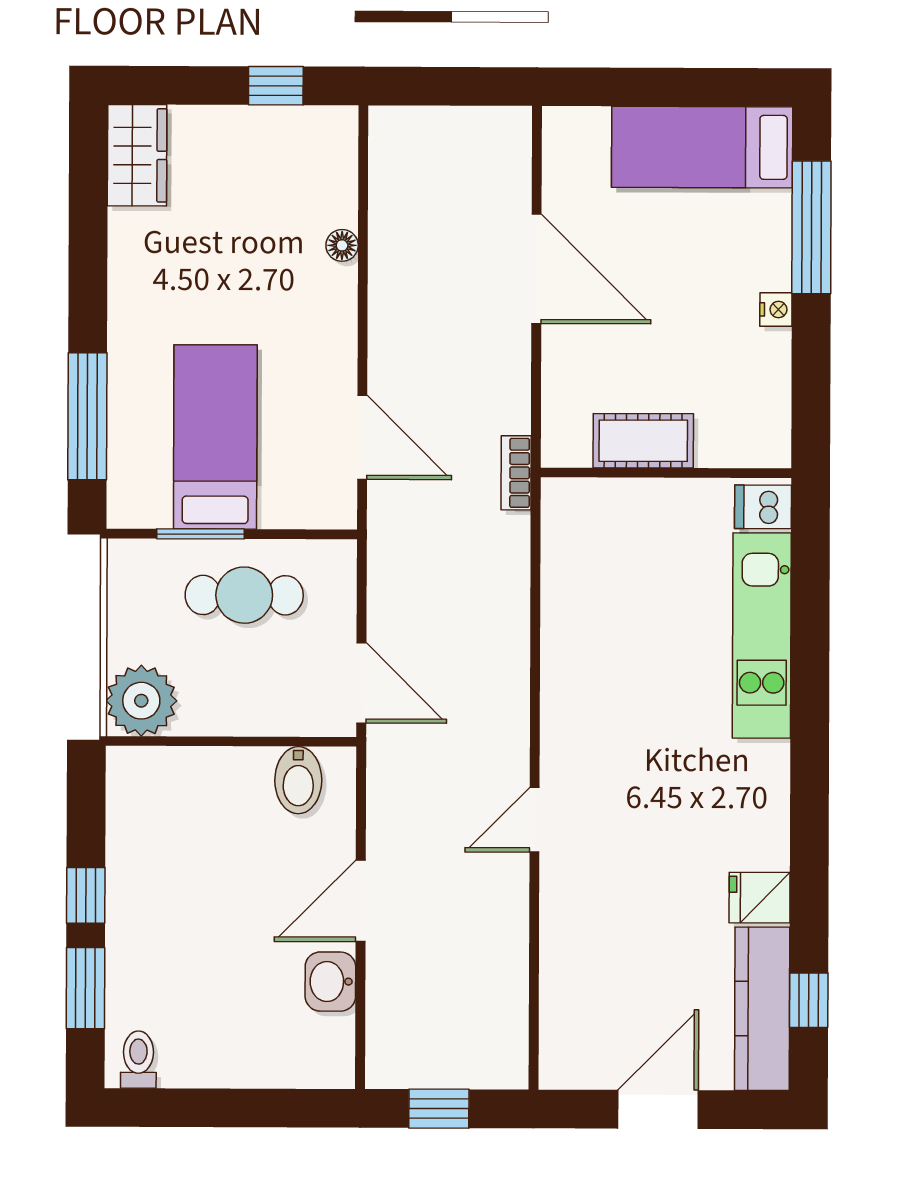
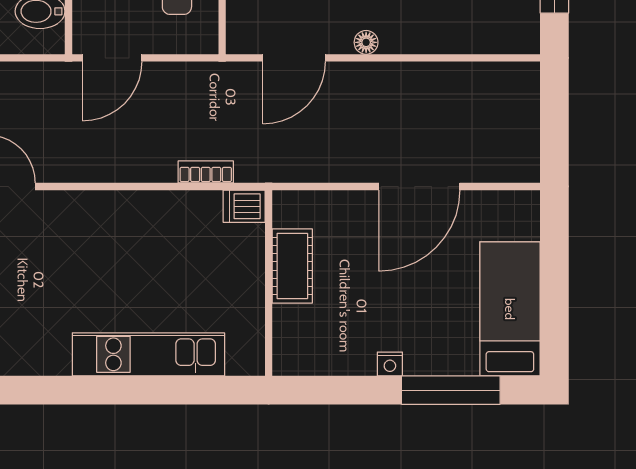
floor lamp: (342, 245) -> (366, 42), moved
bookcase: (516, 473) -> (206, 172), moved
dishwasher: (763, 507) -> (244, 206), moved, turned -90

